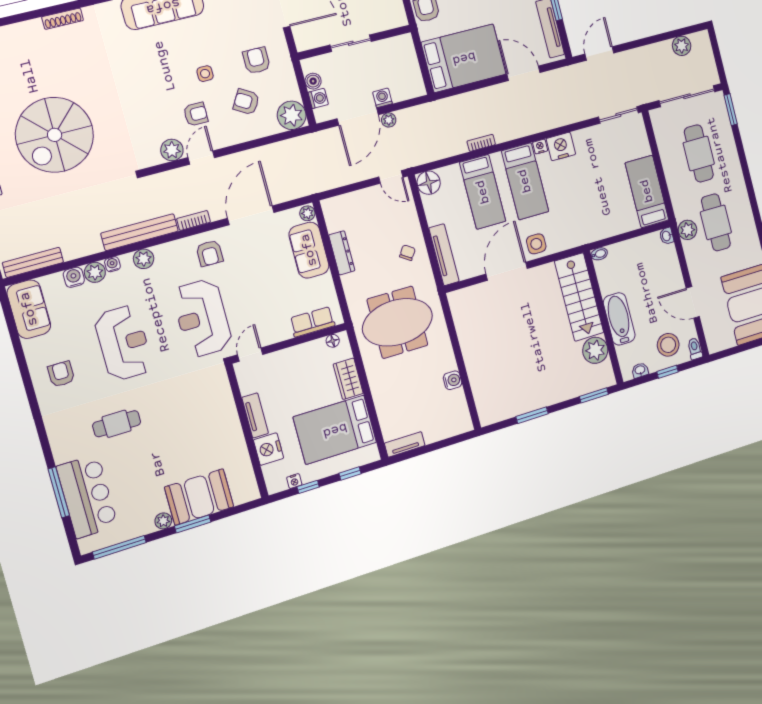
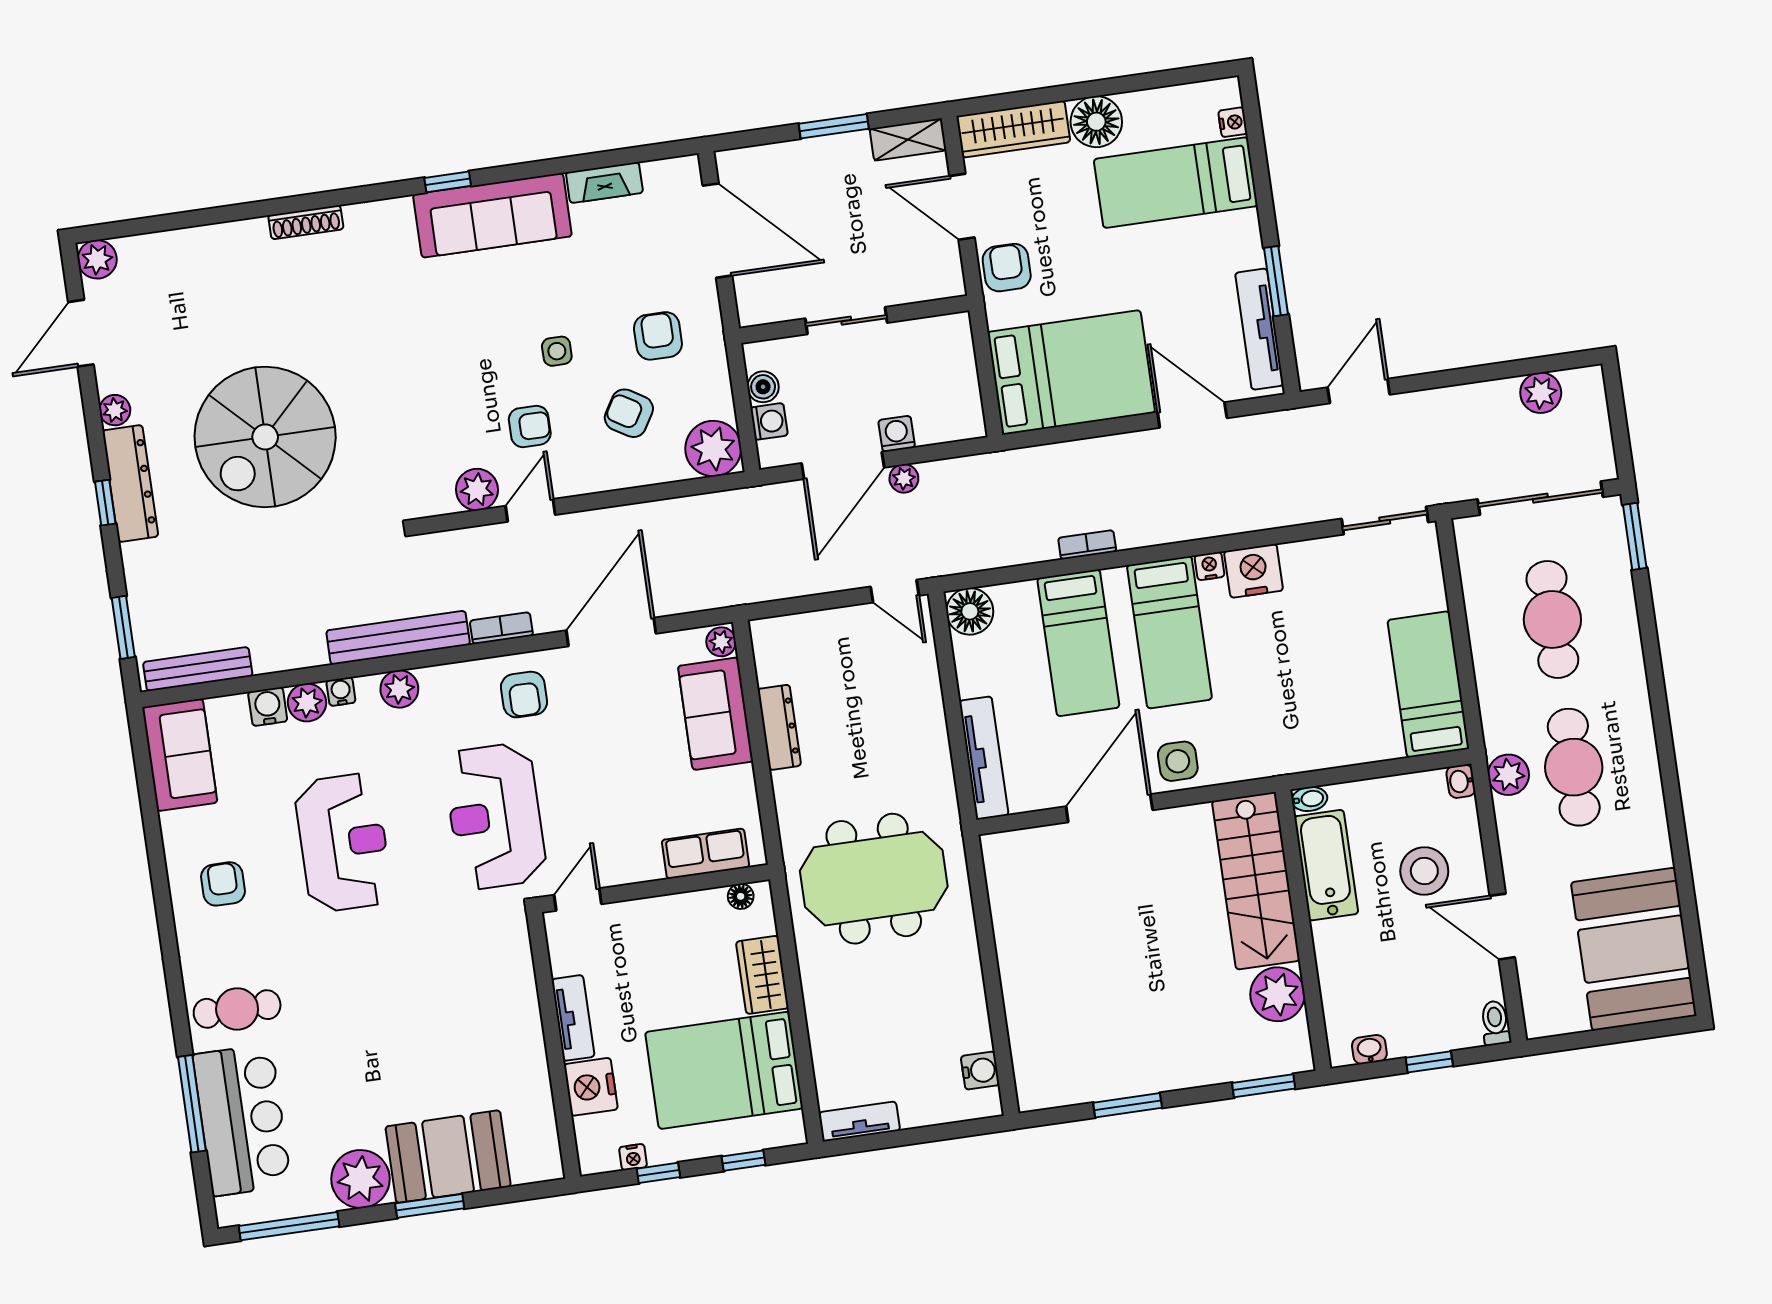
chair: (407, 253) -> (910, 744), removed
bathtub: (619, 319) -> (1326, 865), moved
stool: (668, 345) -> (1424, 871), moved
water cooler: (453, 380) -> (980, 1071), moved
cafe table: (117, 424) -> (237, 1009), moved
plant: (163, 521) -> (360, 1179), width x1.88, depth x1.88

